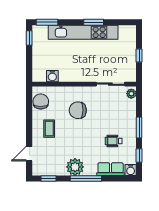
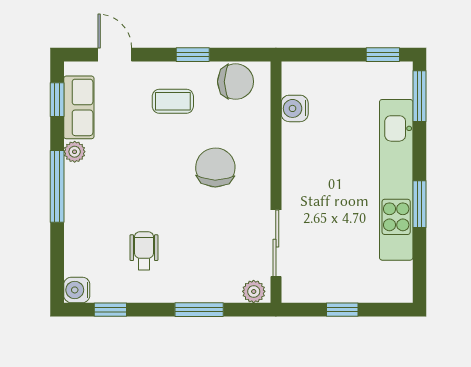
window: (29, 120) -> (193, 55), added
window: (139, 127) -> (199, 310), moved
plant: (75, 167) -> (75, 152), width x0.53, depth x0.53
row of seats: (111, 169) -> (79, 107), moved

